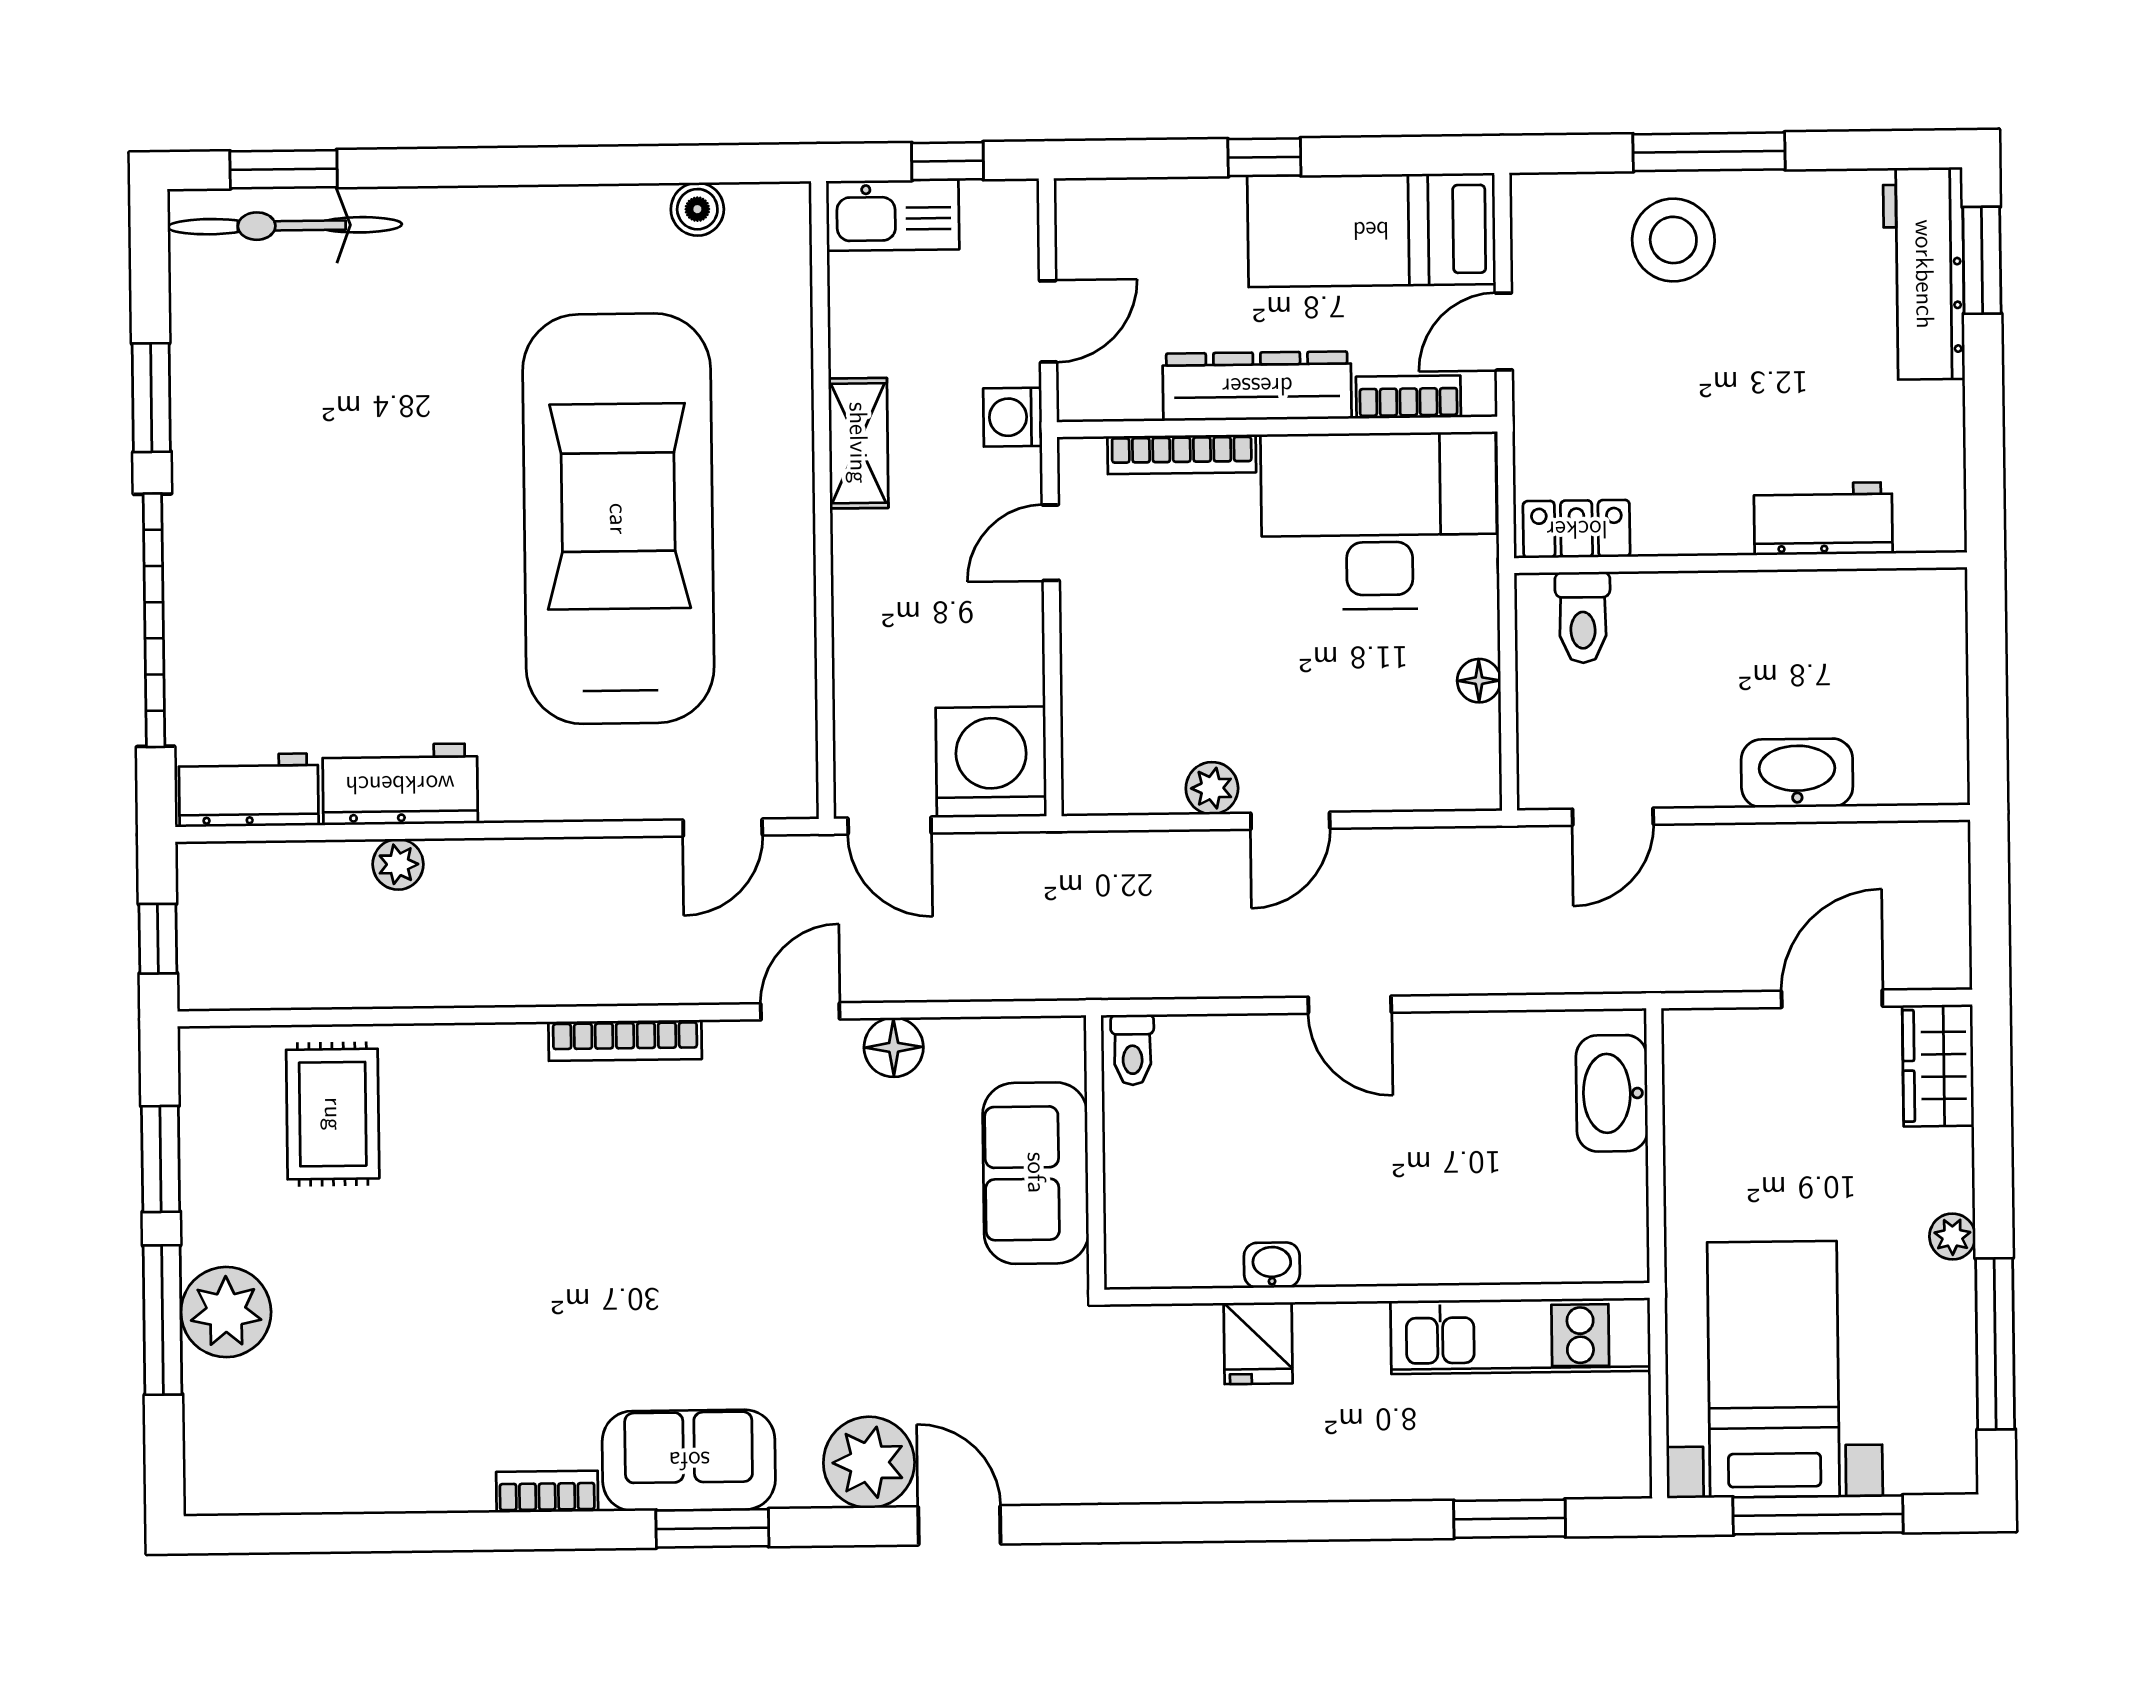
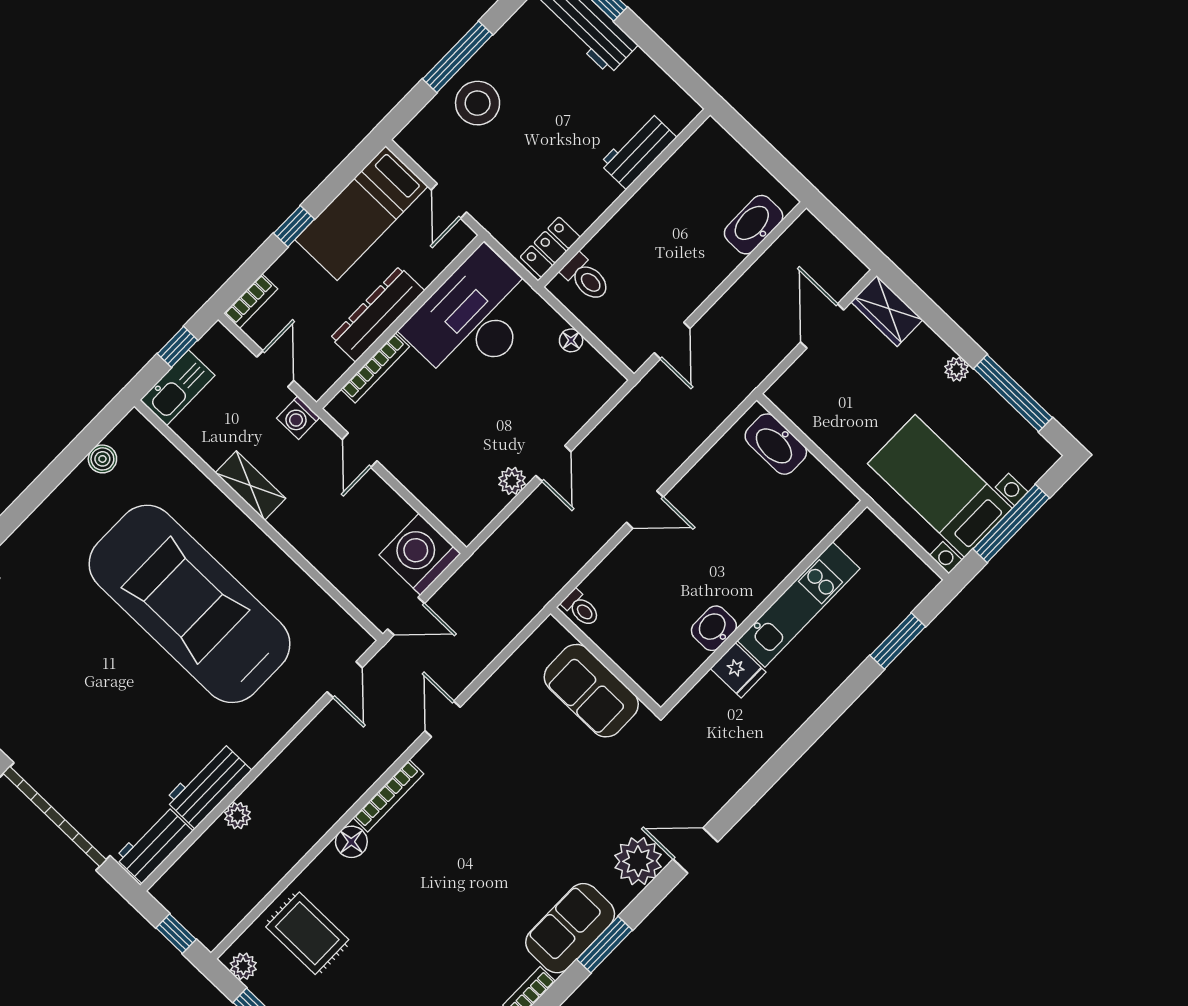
bookcase: (1408, 397) -> (251, 301), moved, turned 180
washbasin: (1797, 773) -> (754, 225), moved
floor lamp: (894, 1047) -> (351, 842), moved
plant: (203, 1072) -> (243, 966), added
washbasin: (1272, 1265) -> (714, 628), width x1.38, depth x1.45
kitchen unit: (1521, 1336) -> (799, 604), moved

